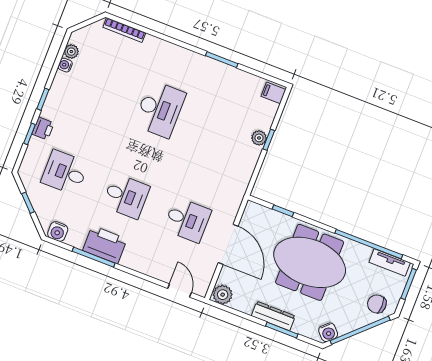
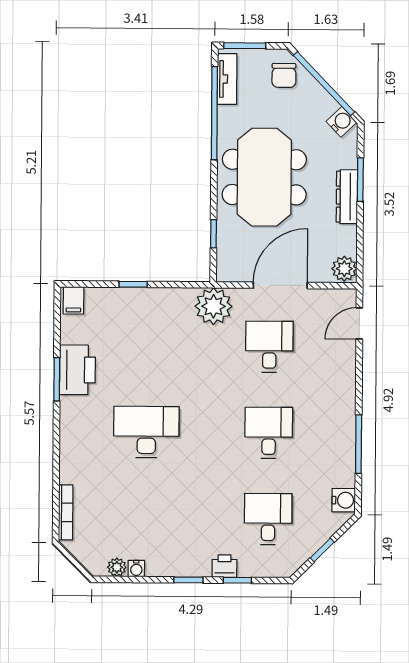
plant: (259, 138) -> (214, 306), moved, width x1.87, depth x1.87
desk: (65, 172) -> (268, 519), turned 180
printer: (105, 245) -> (77, 370), moved, turned 180

